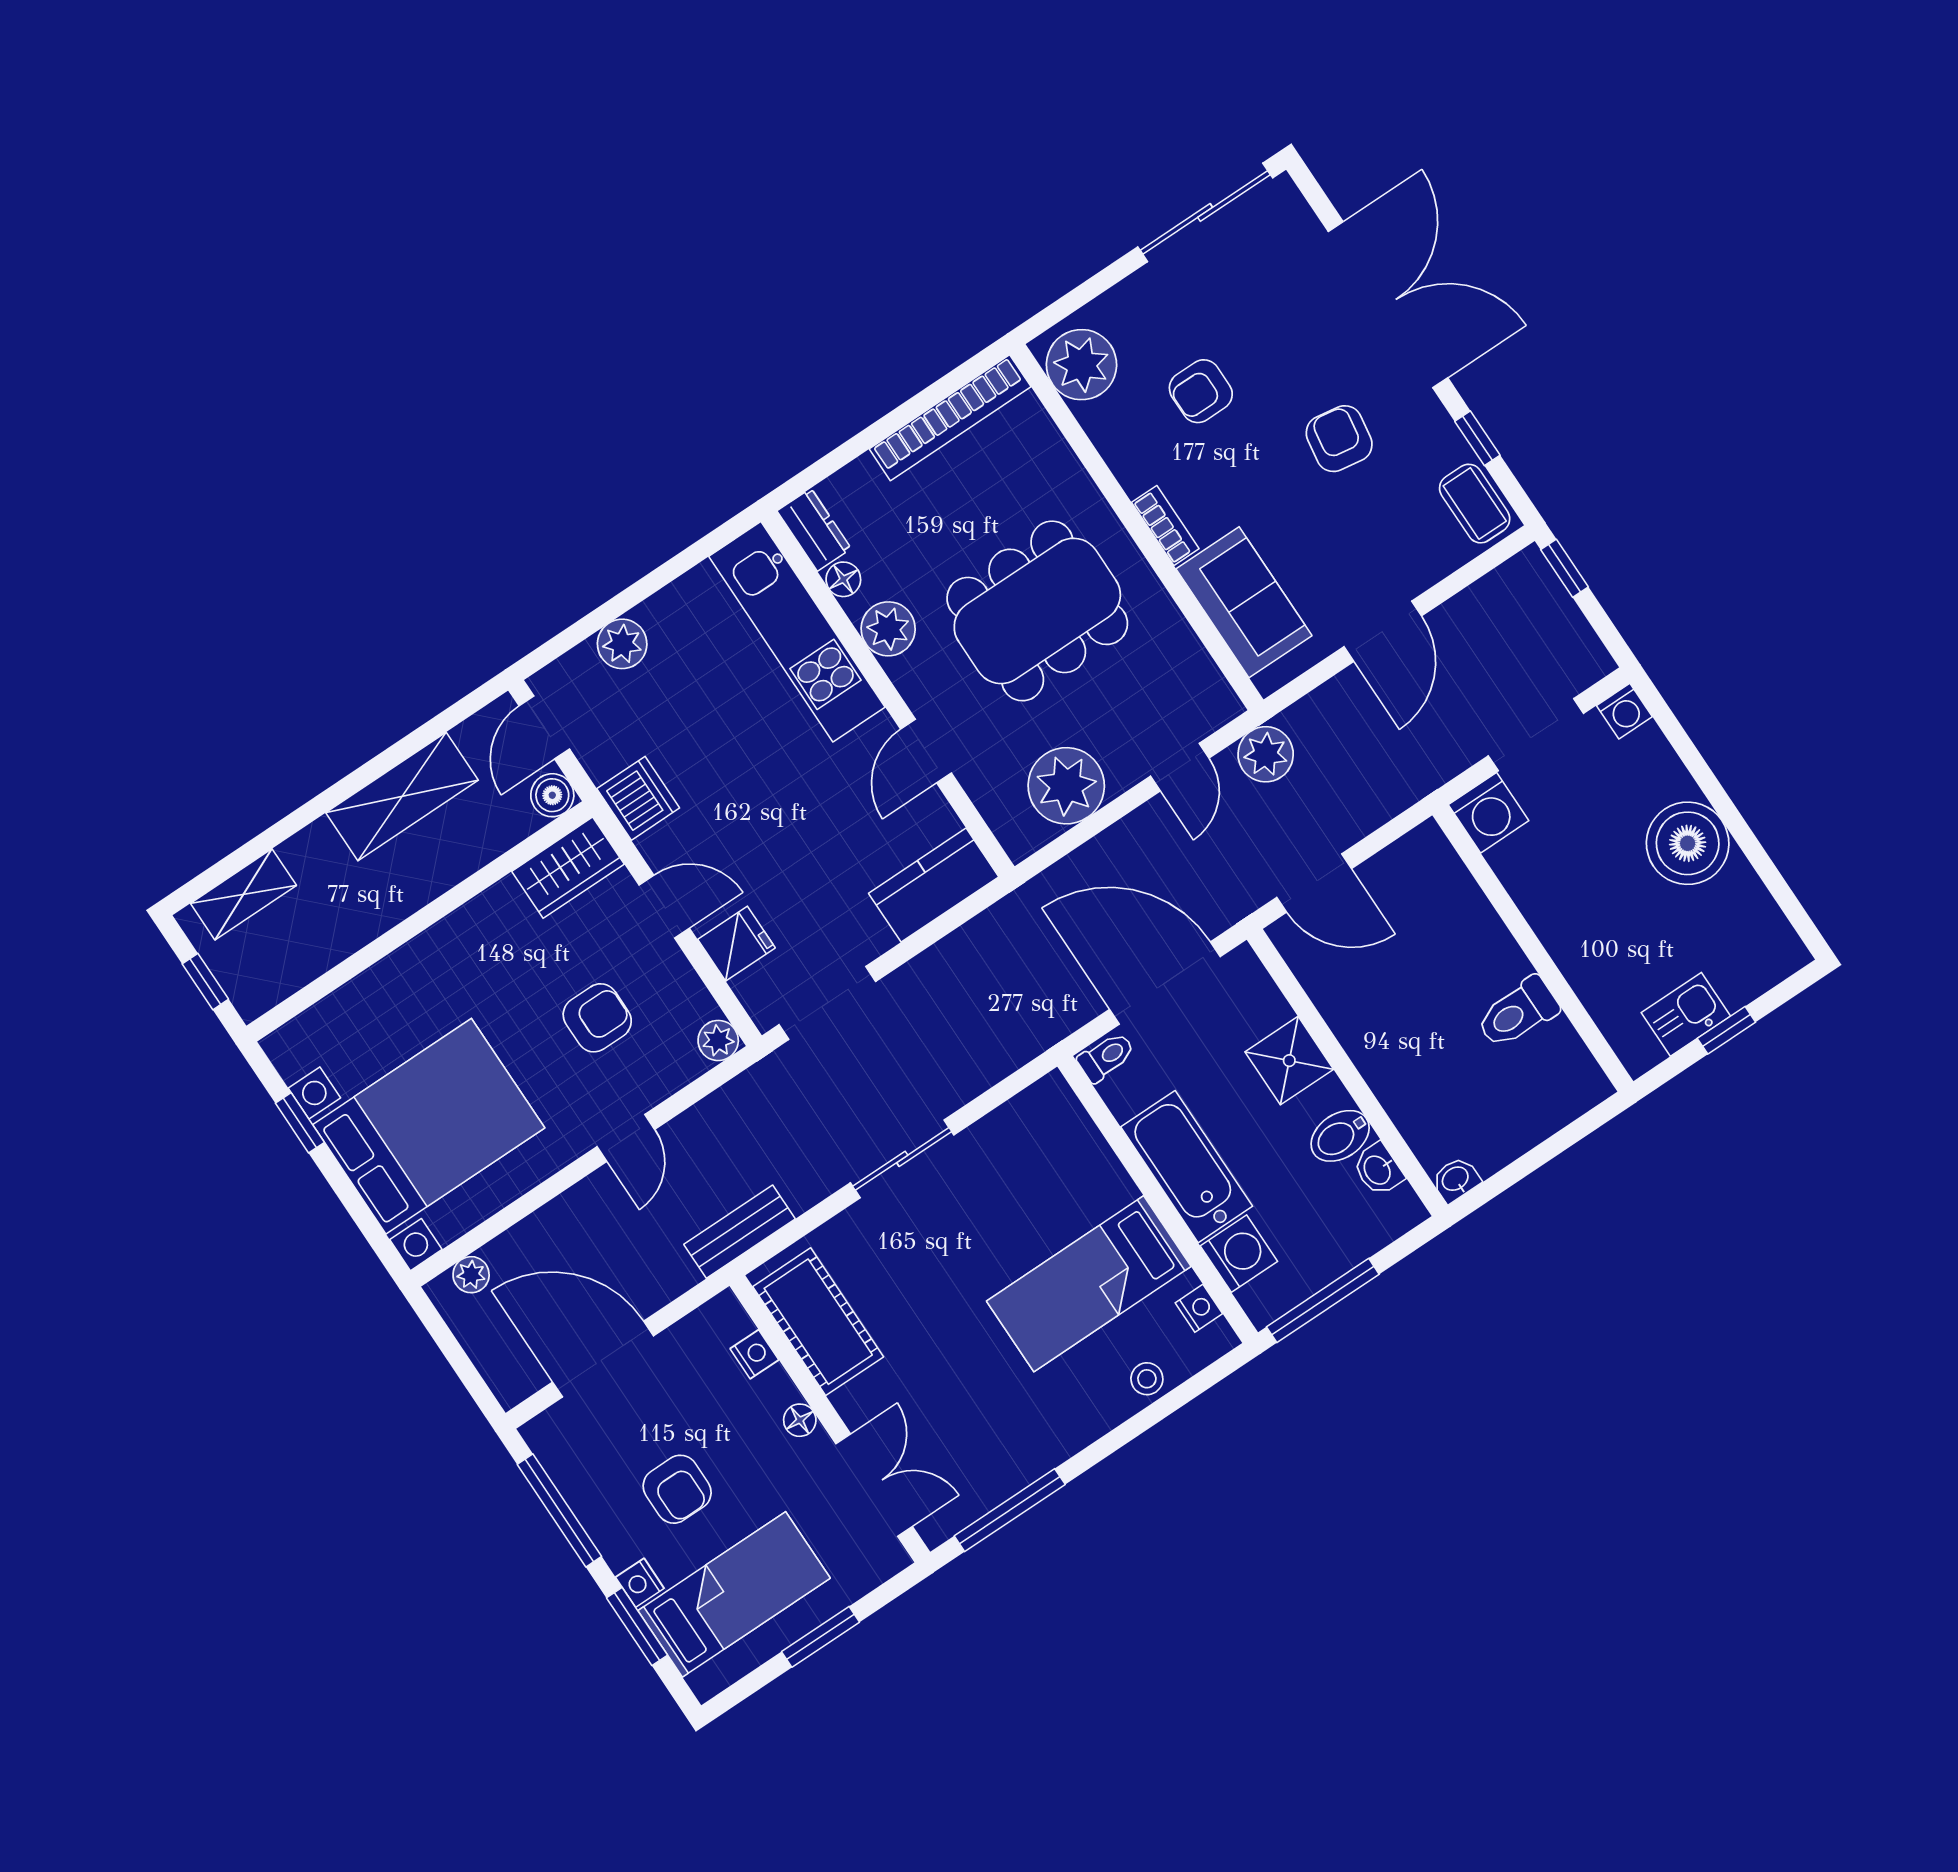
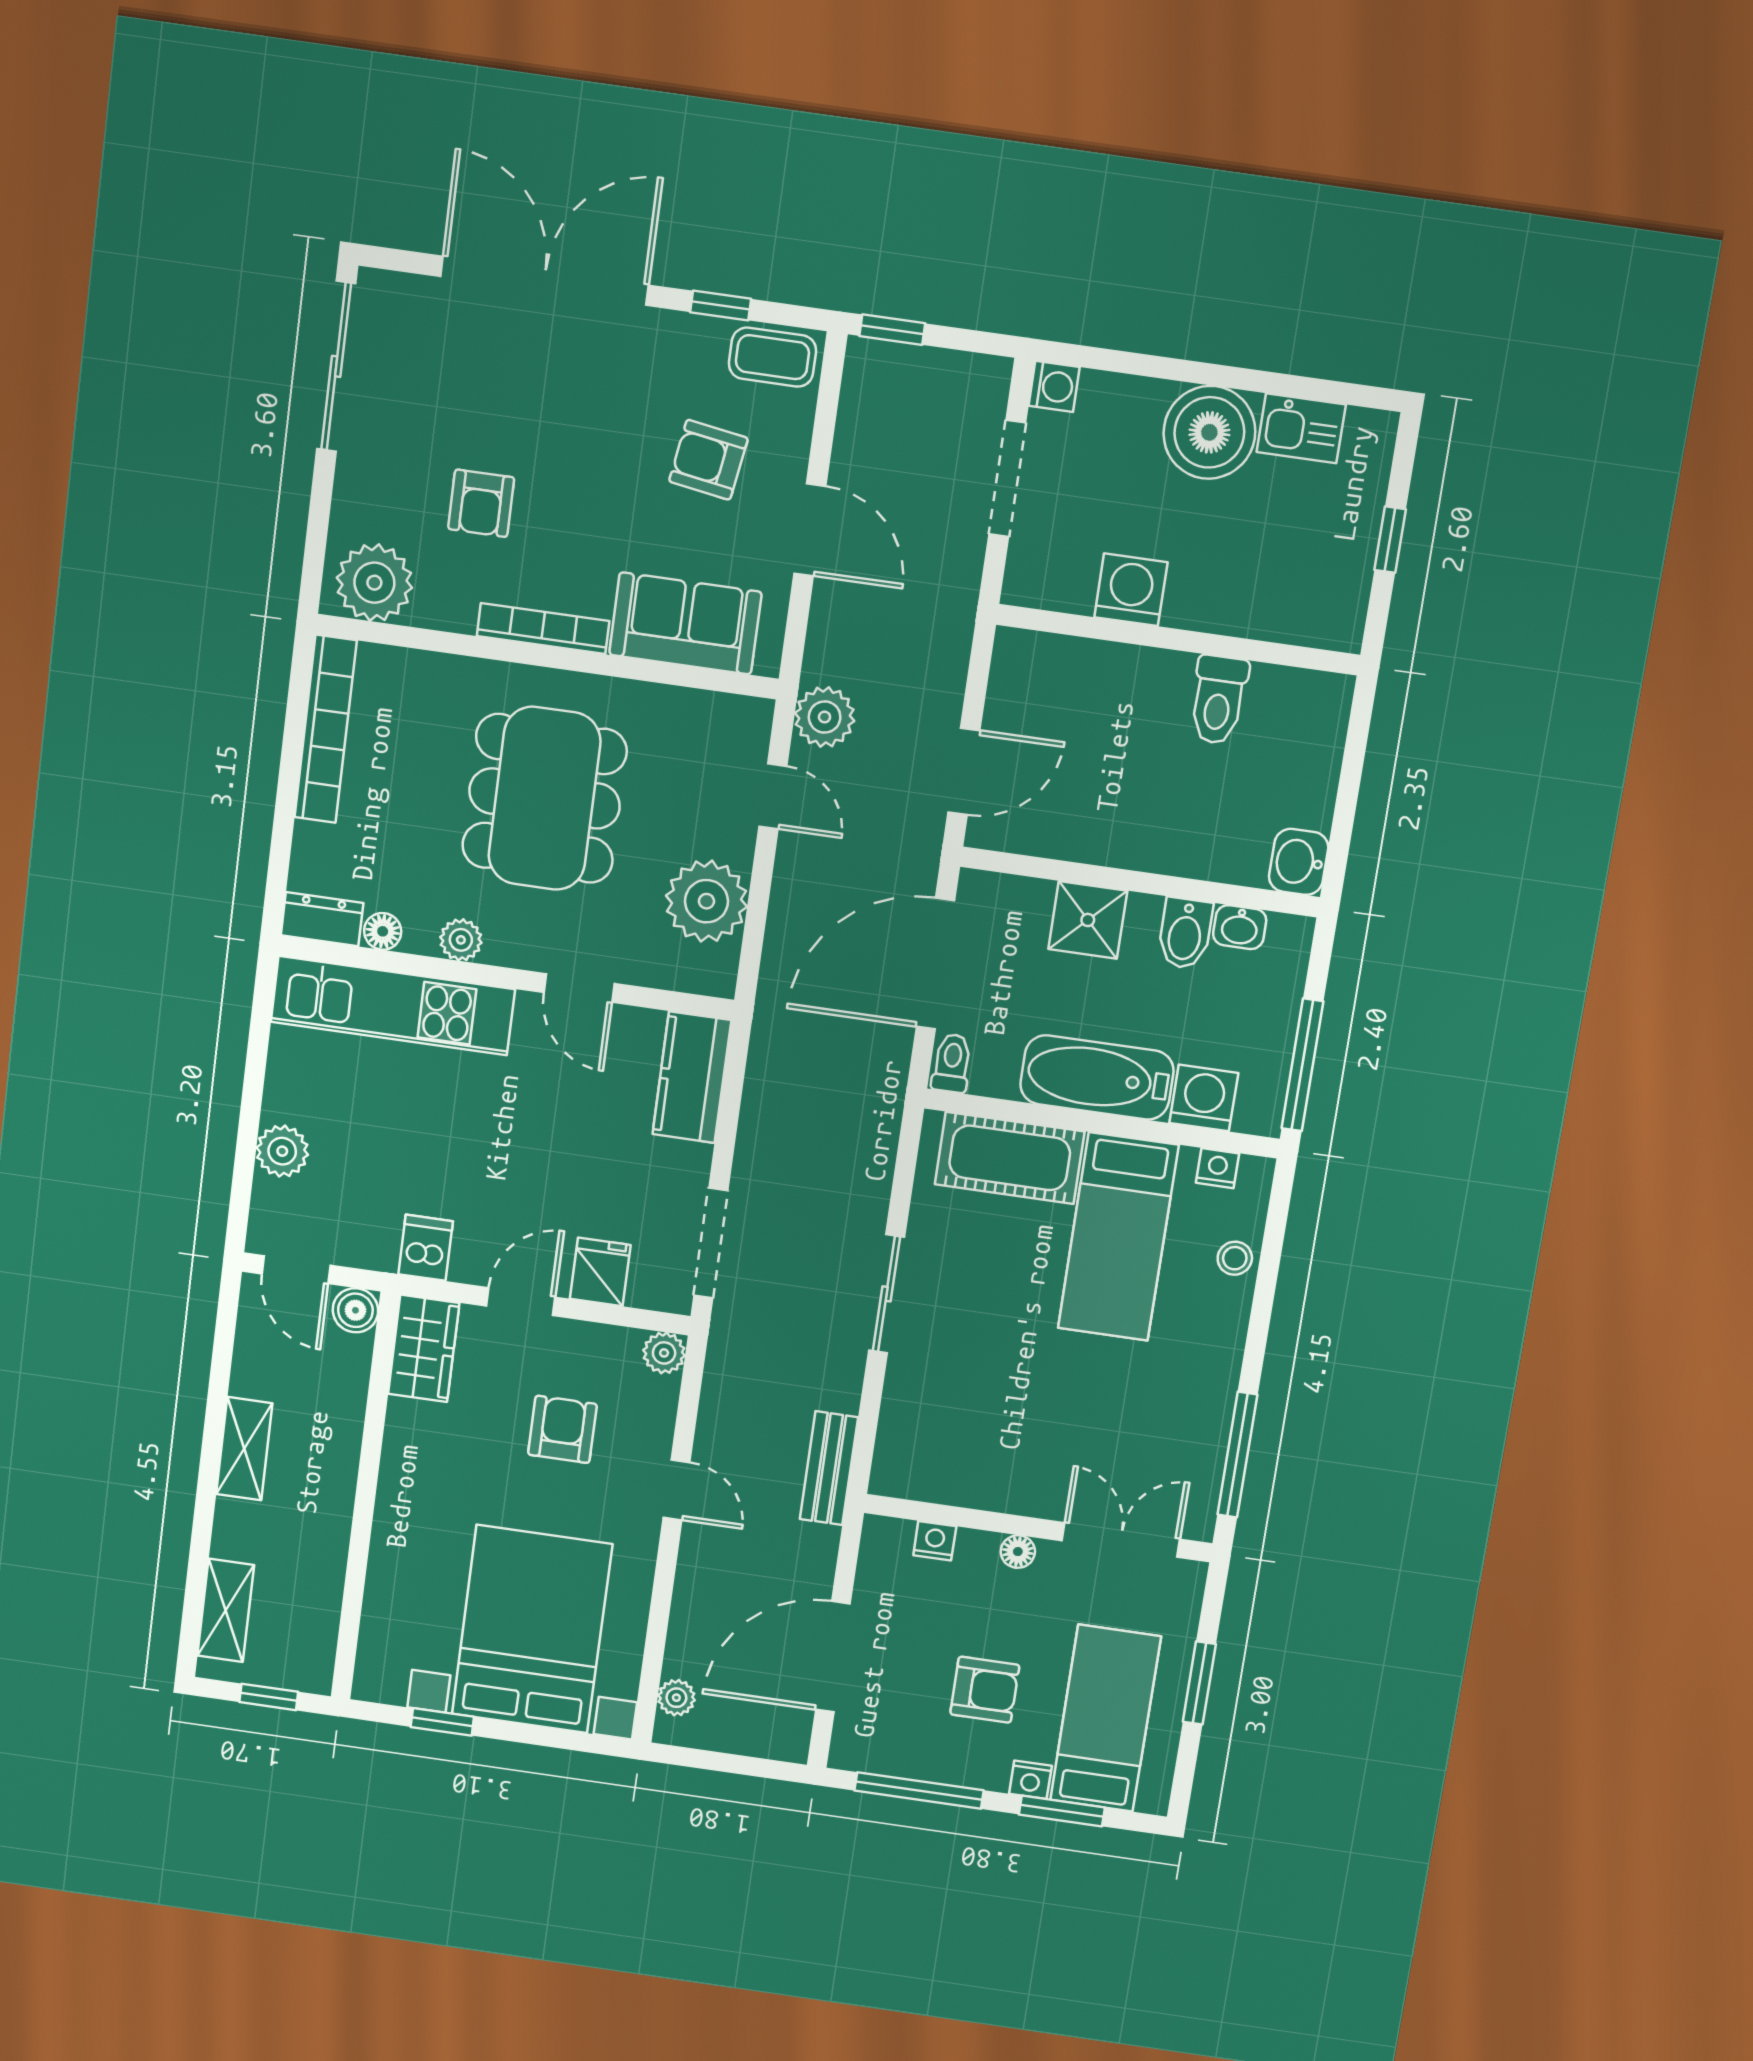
armchair: (1339, 439) -> (708, 460), moved
bookcase: (1165, 526) -> (543, 629), width x1.56
plant: (888, 629) -> (461, 940), width x0.73, depth x0.73
shelving: (402, 796) -> (244, 1449), width x0.67, depth x0.75
dishwasher: (638, 798) -> (426, 1248), width x0.73
washing machine: (1489, 813) -> (1131, 590), moved, turned -90
kitchen sink: (1686, 1014) -> (1301, 428), moved, turned -90
washbasin: (1456, 1180) -> (1299, 862), width x1.38, depth x1.45
cot: (818, 1322) -> (1010, 1158), moved

